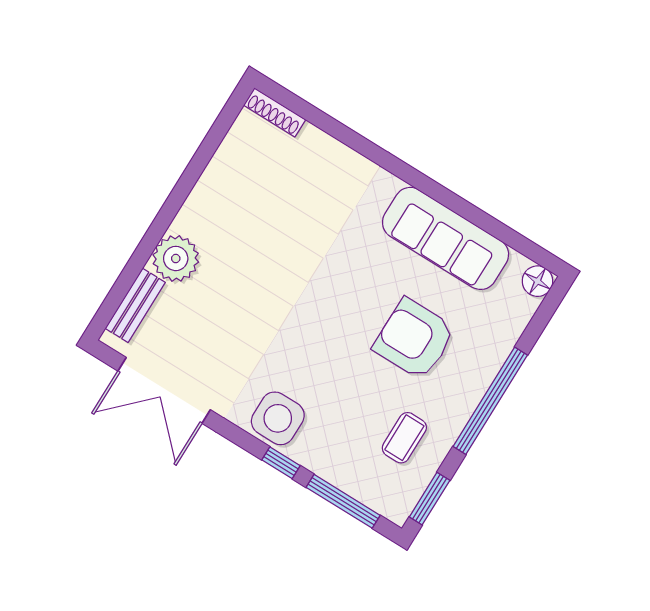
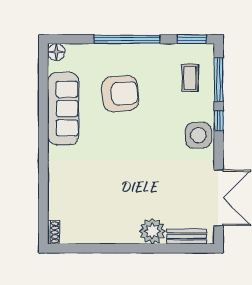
shoe rack: (275, 112) -> (53, 232), width x0.70
armchair: (414, 339) -> (120, 94), turned -95
coffee table: (404, 438) -> (190, 78), moved, turned 90

